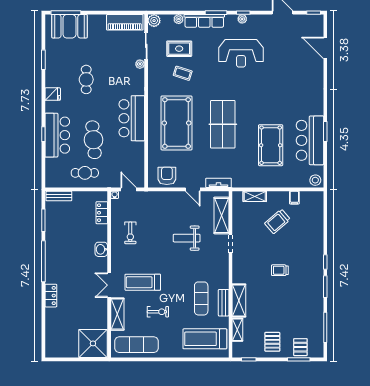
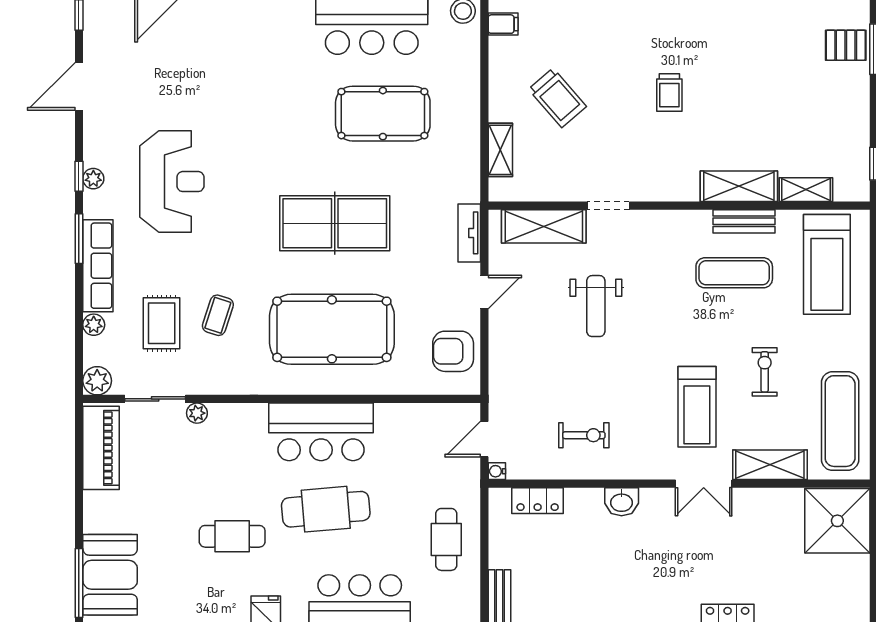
cafe table: (93, 140) -> (326, 509), moved
filing cabinet: (294, 198) -> (503, 24), moved
pallet: (272, 342) -> (834, 110), removed

